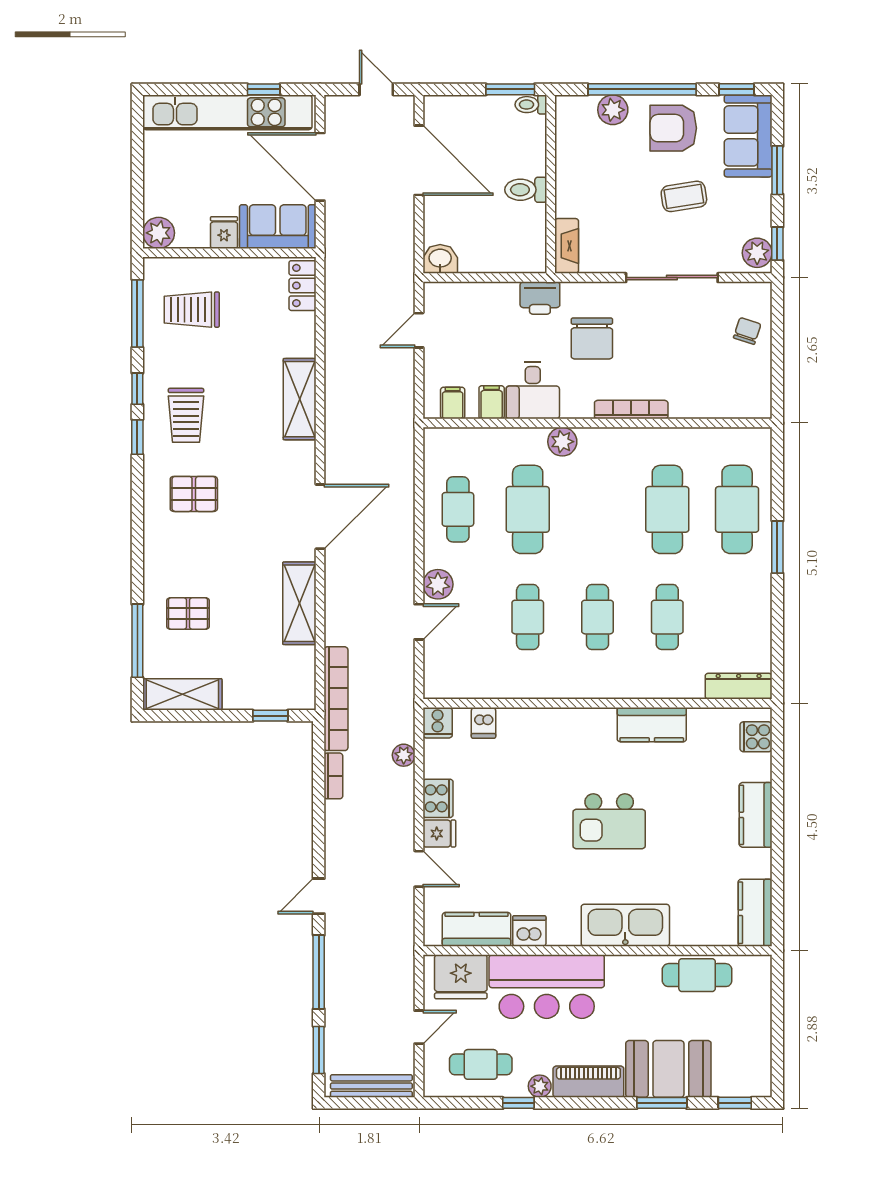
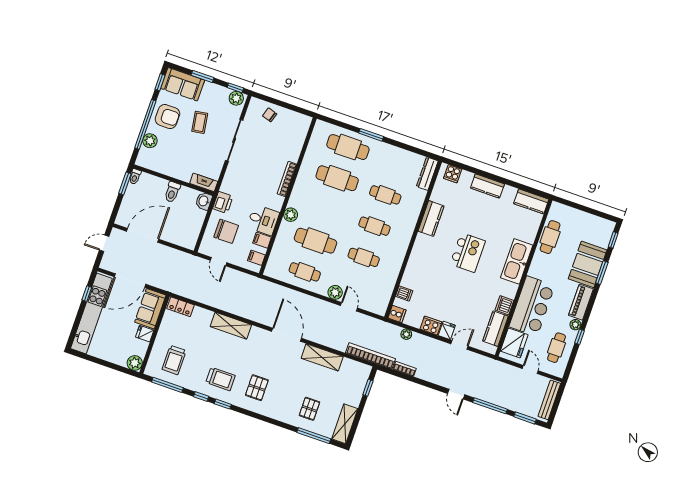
armchair: (673, 128) -> (167, 117), turned -90
washbasin: (440, 259) -> (204, 201), moved
chair: (592, 338) -> (226, 231), moved

